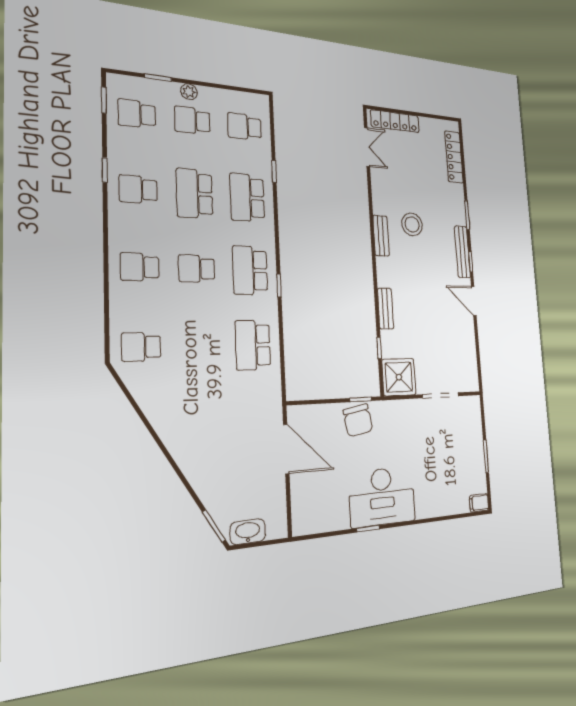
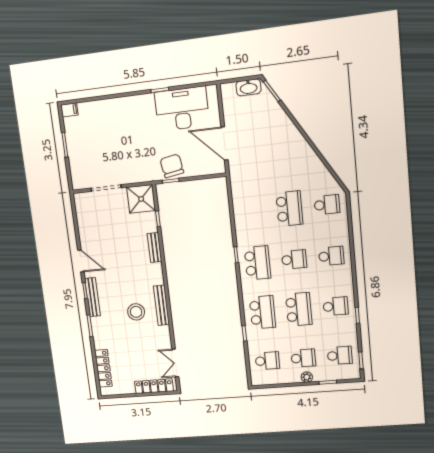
bench: (381, 236) -> (161, 305), width x1.36
school desk: (253, 345) -> (289, 209), moved
desk: (382, 497) -> (182, 109), moved

